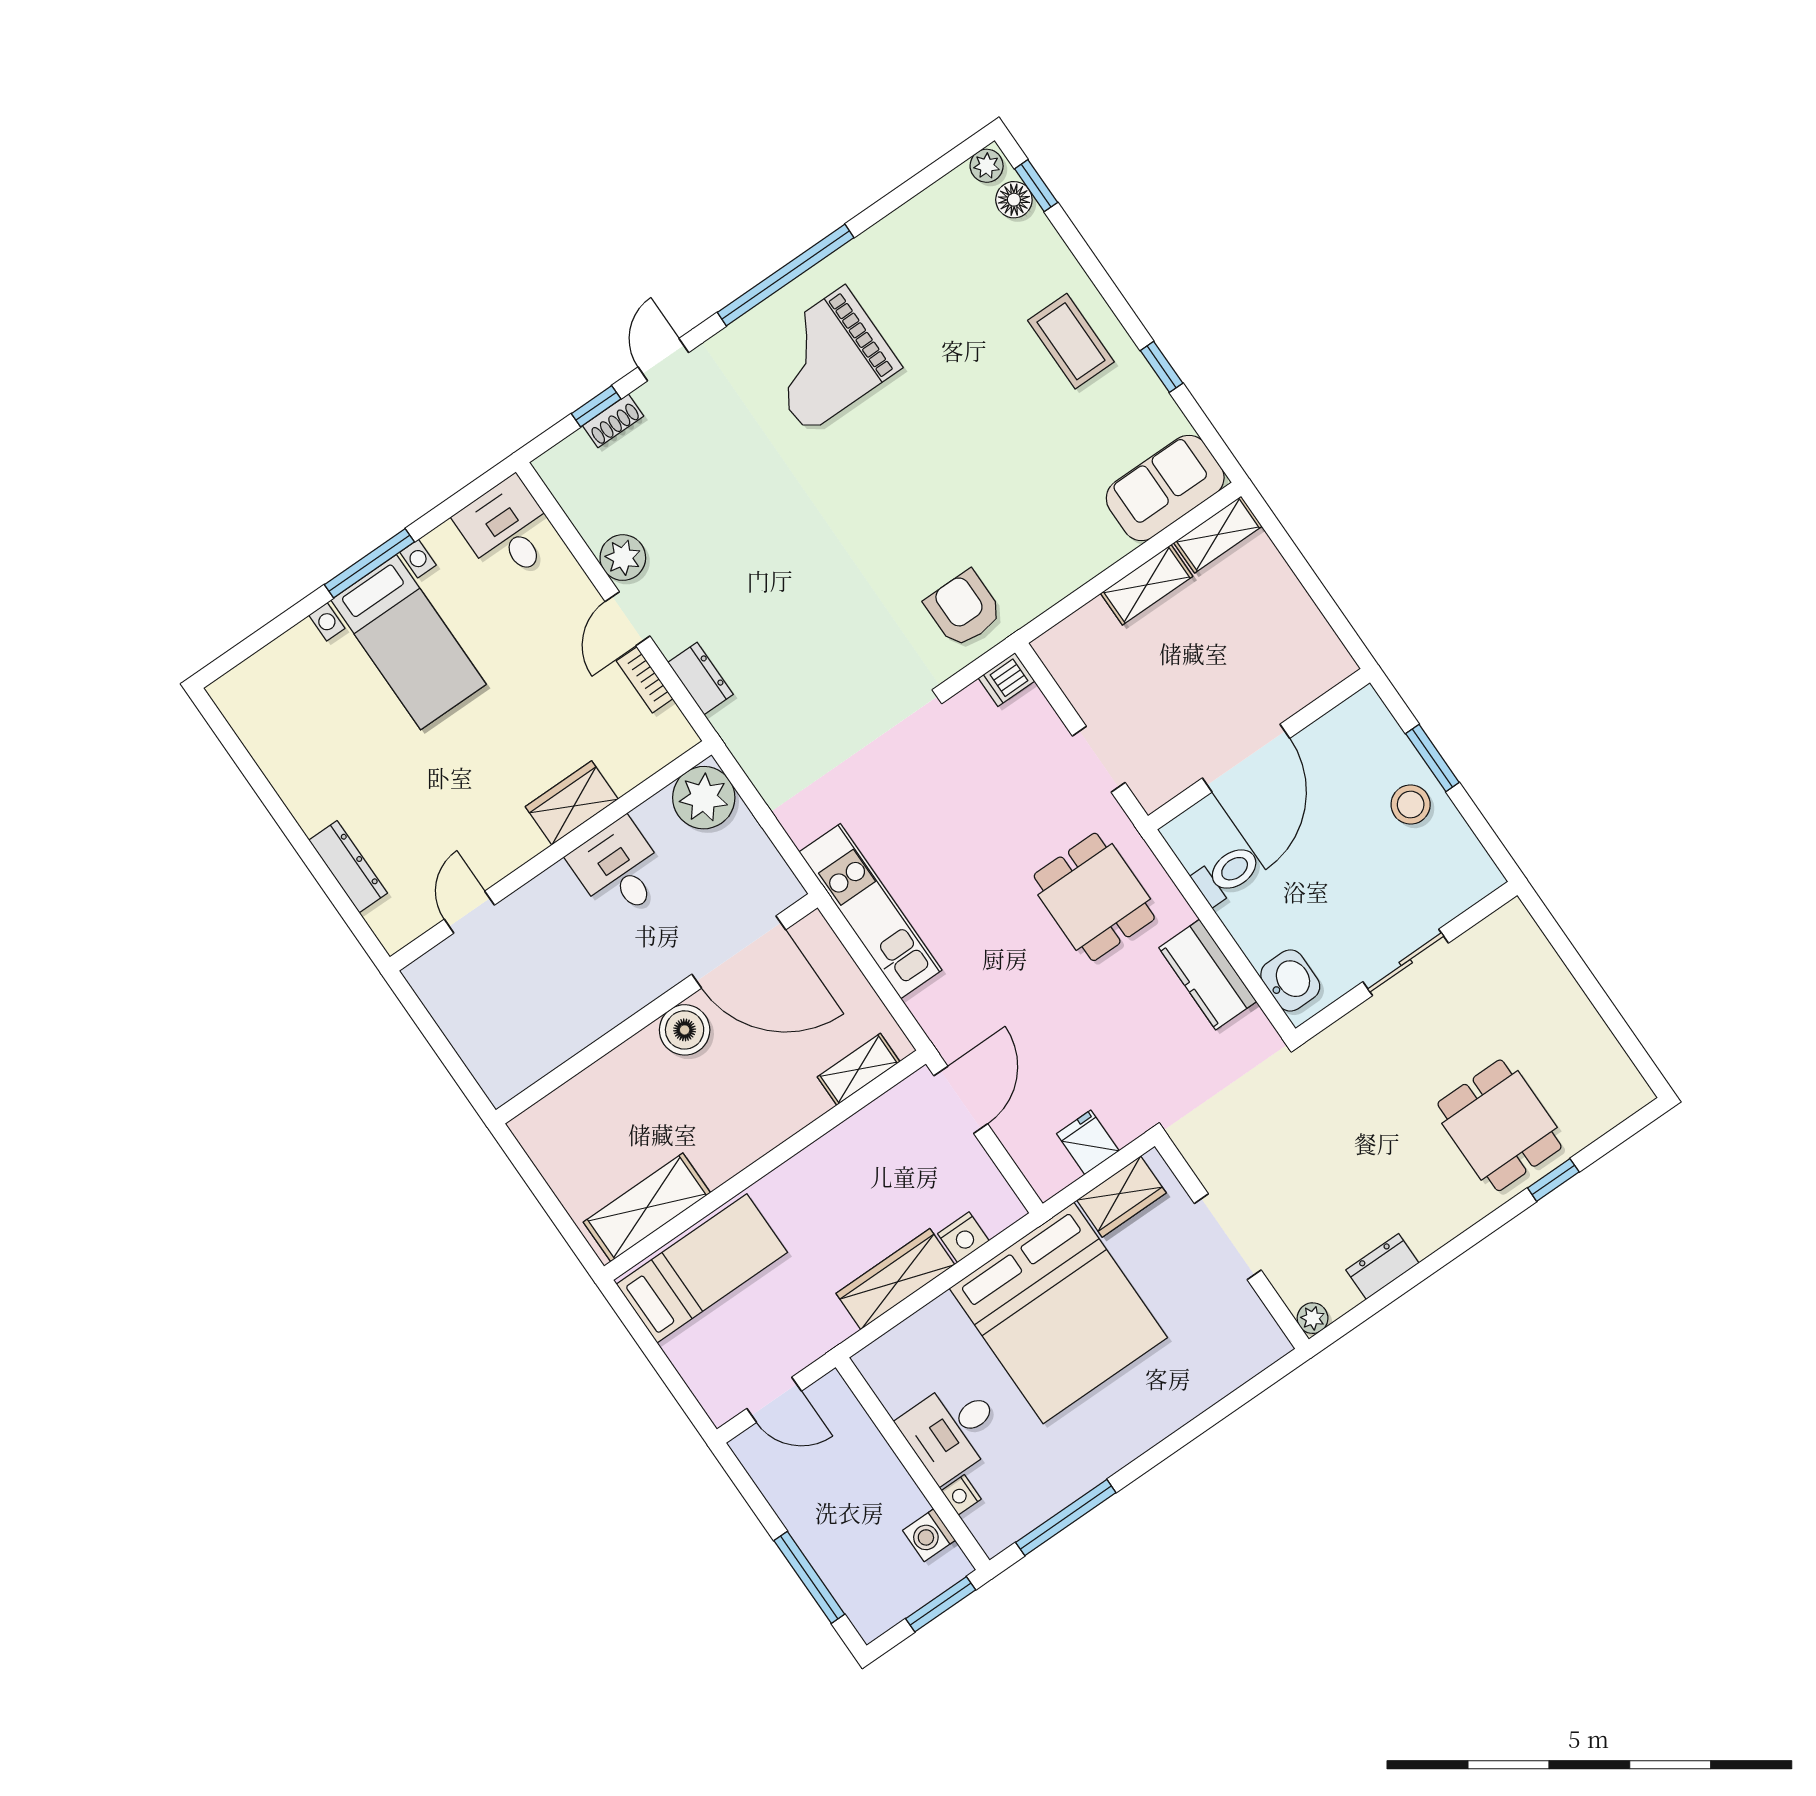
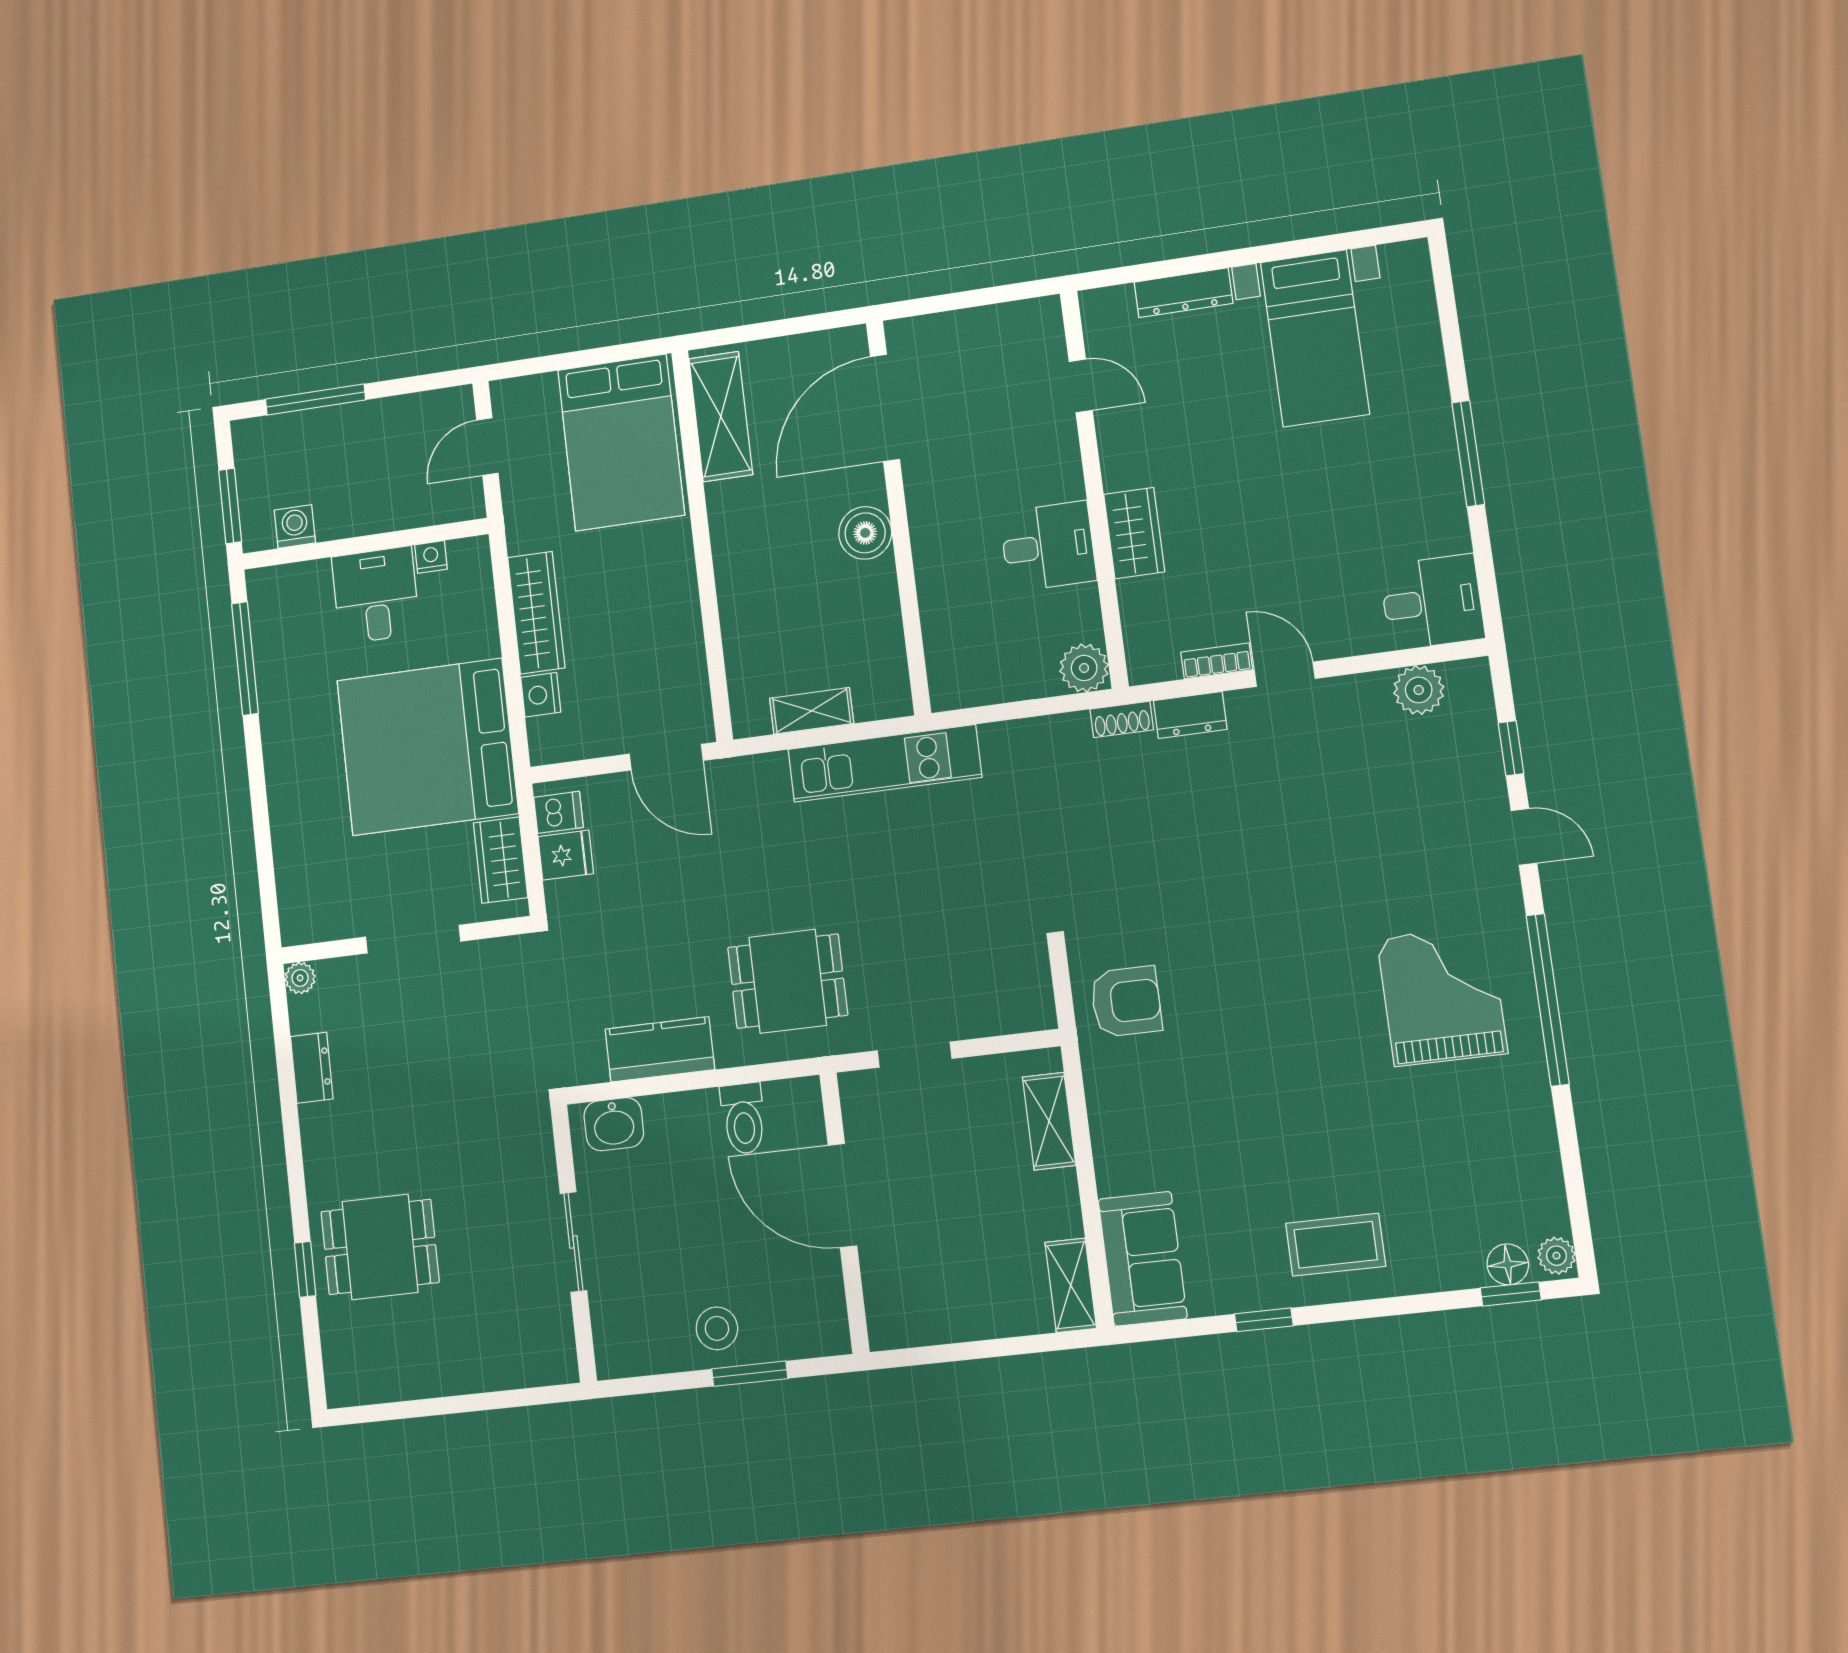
shoe rack: (613, 421) -> (1122, 719), moved, turned -90
plant: (623, 558) -> (1419, 690), moved
shelving: (1147, 585) -> (1049, 1121), moved
bed with nightstands: (408, 642) -> (1315, 338), moved, turned -90
dishwasher: (1006, 680) -> (558, 812), moved, turned 90
plant: (704, 798) -> (1084, 668), width x0.73, depth x0.73
door: (739, 952) -> (885, 408), moved
shelving: (859, 1069) -> (812, 711), moved, turned 90
bed: (702, 1268) -> (621, 442), width x1.50
nightstand: (961, 1495) -> (431, 557), moved

